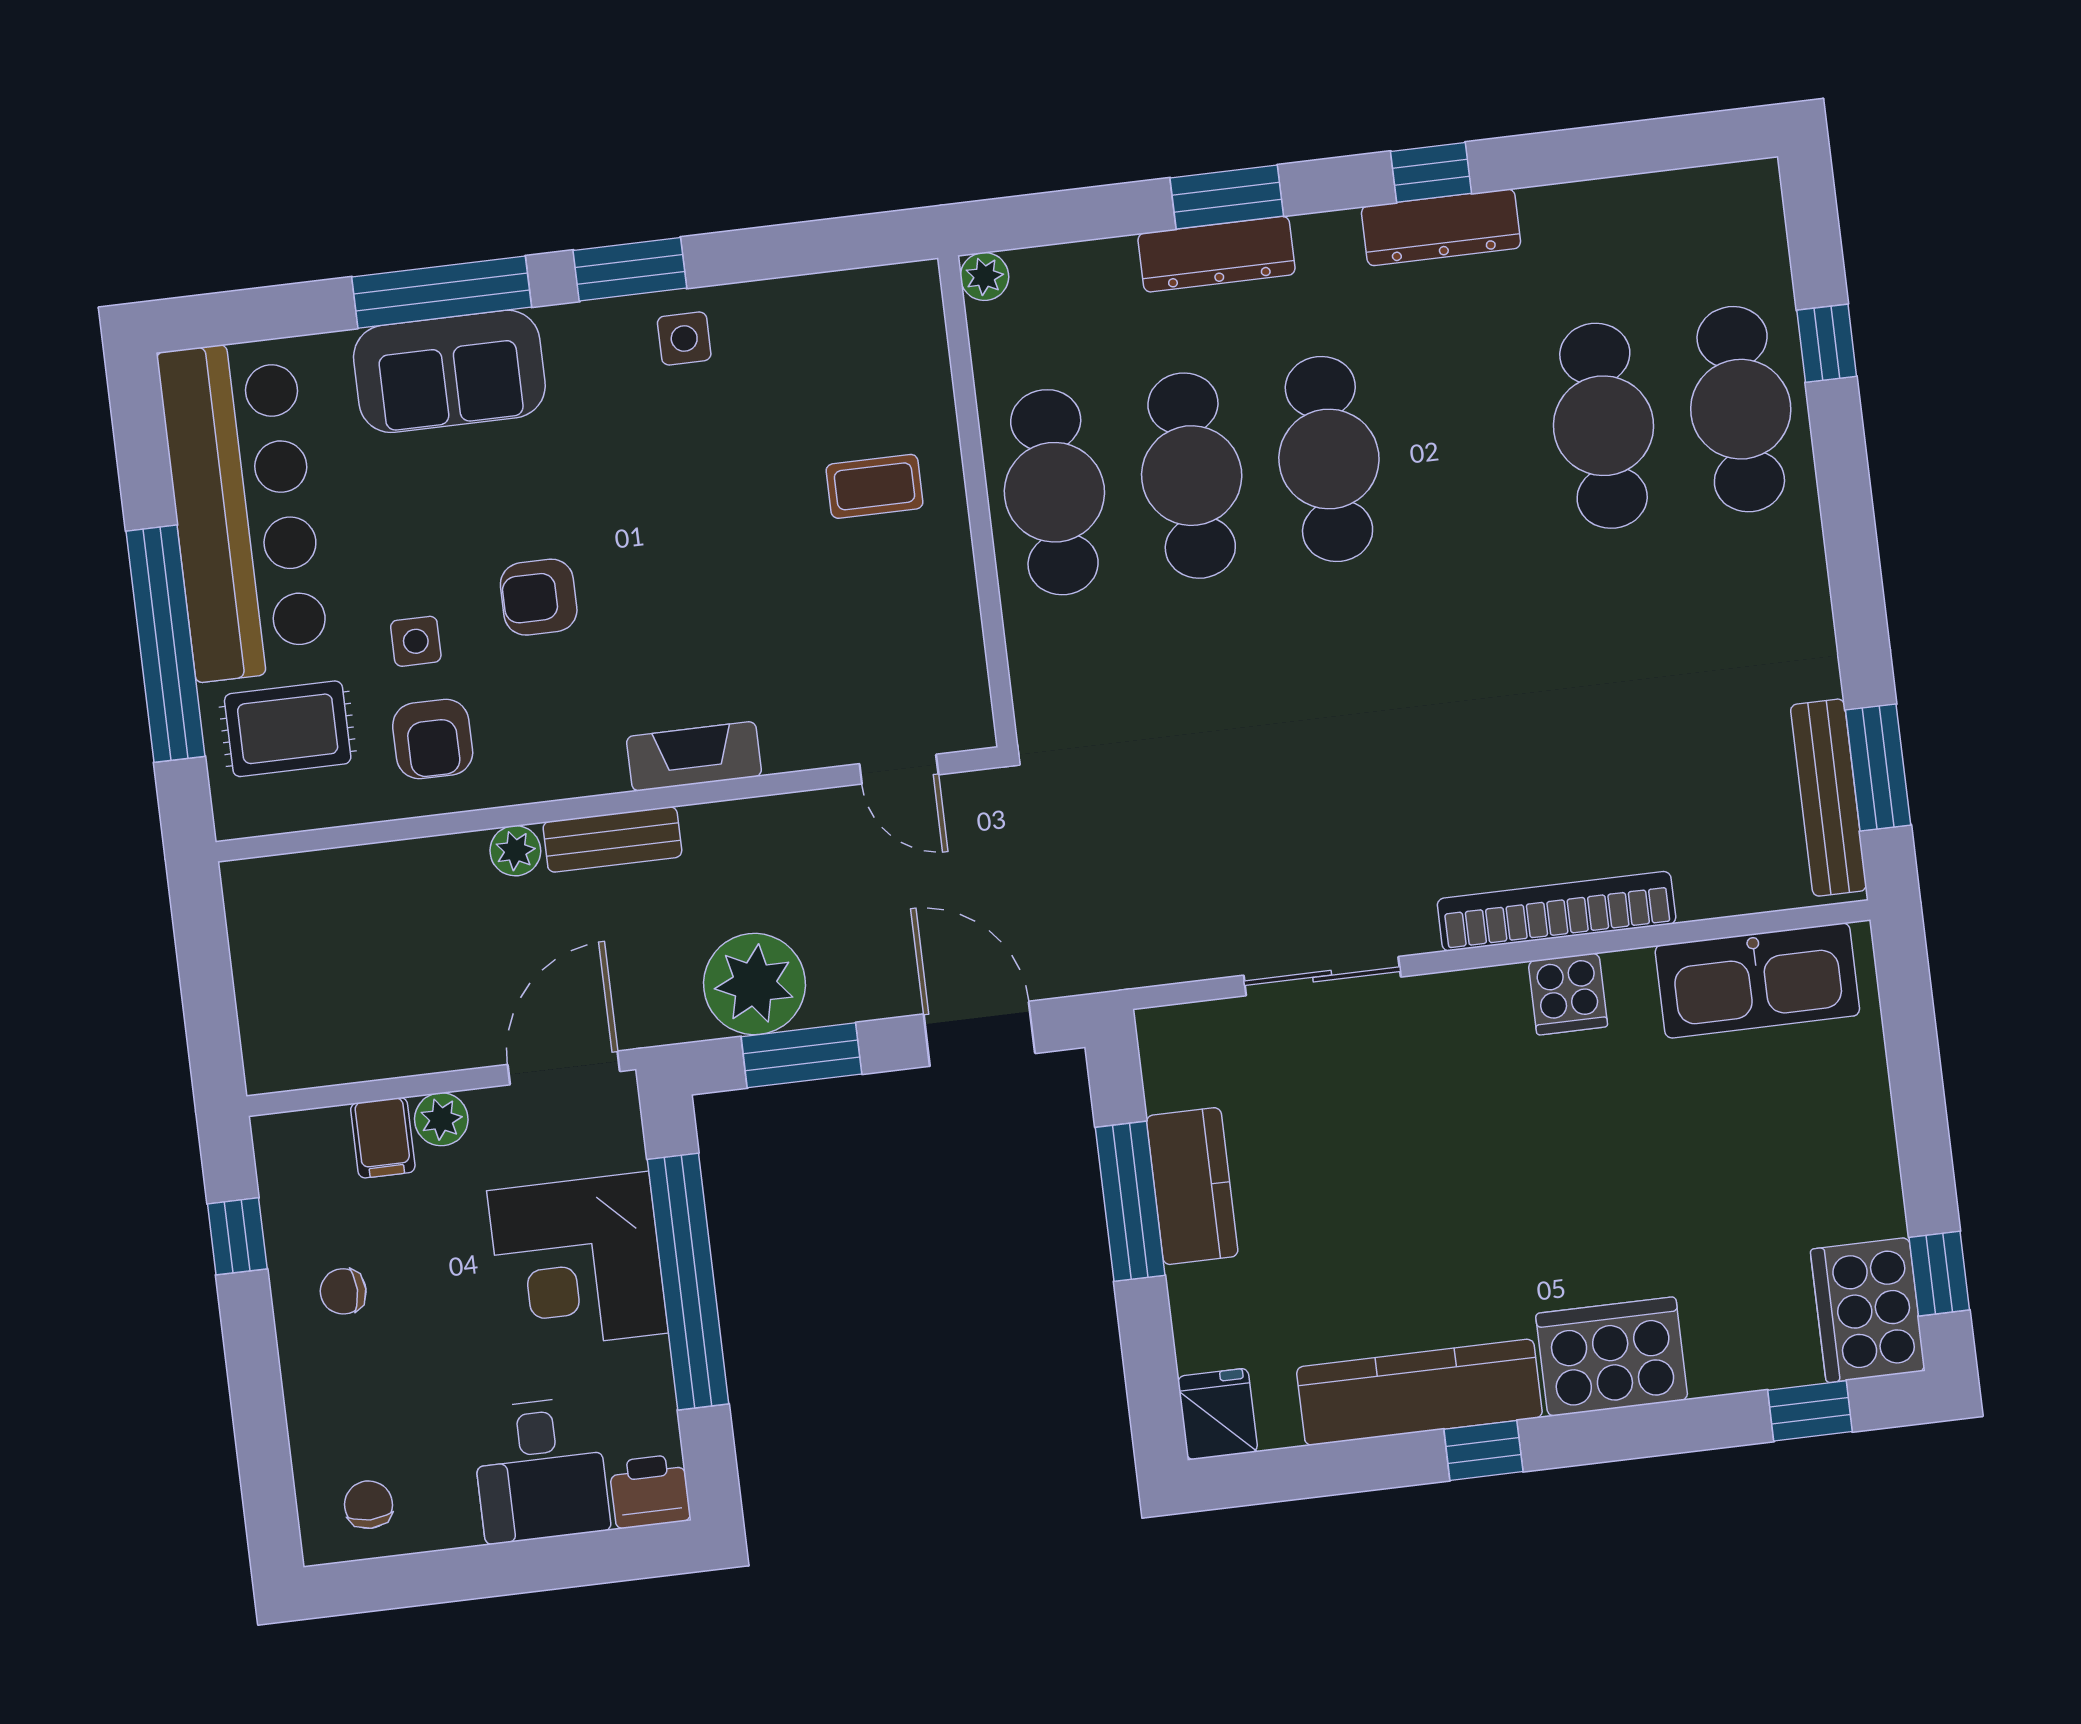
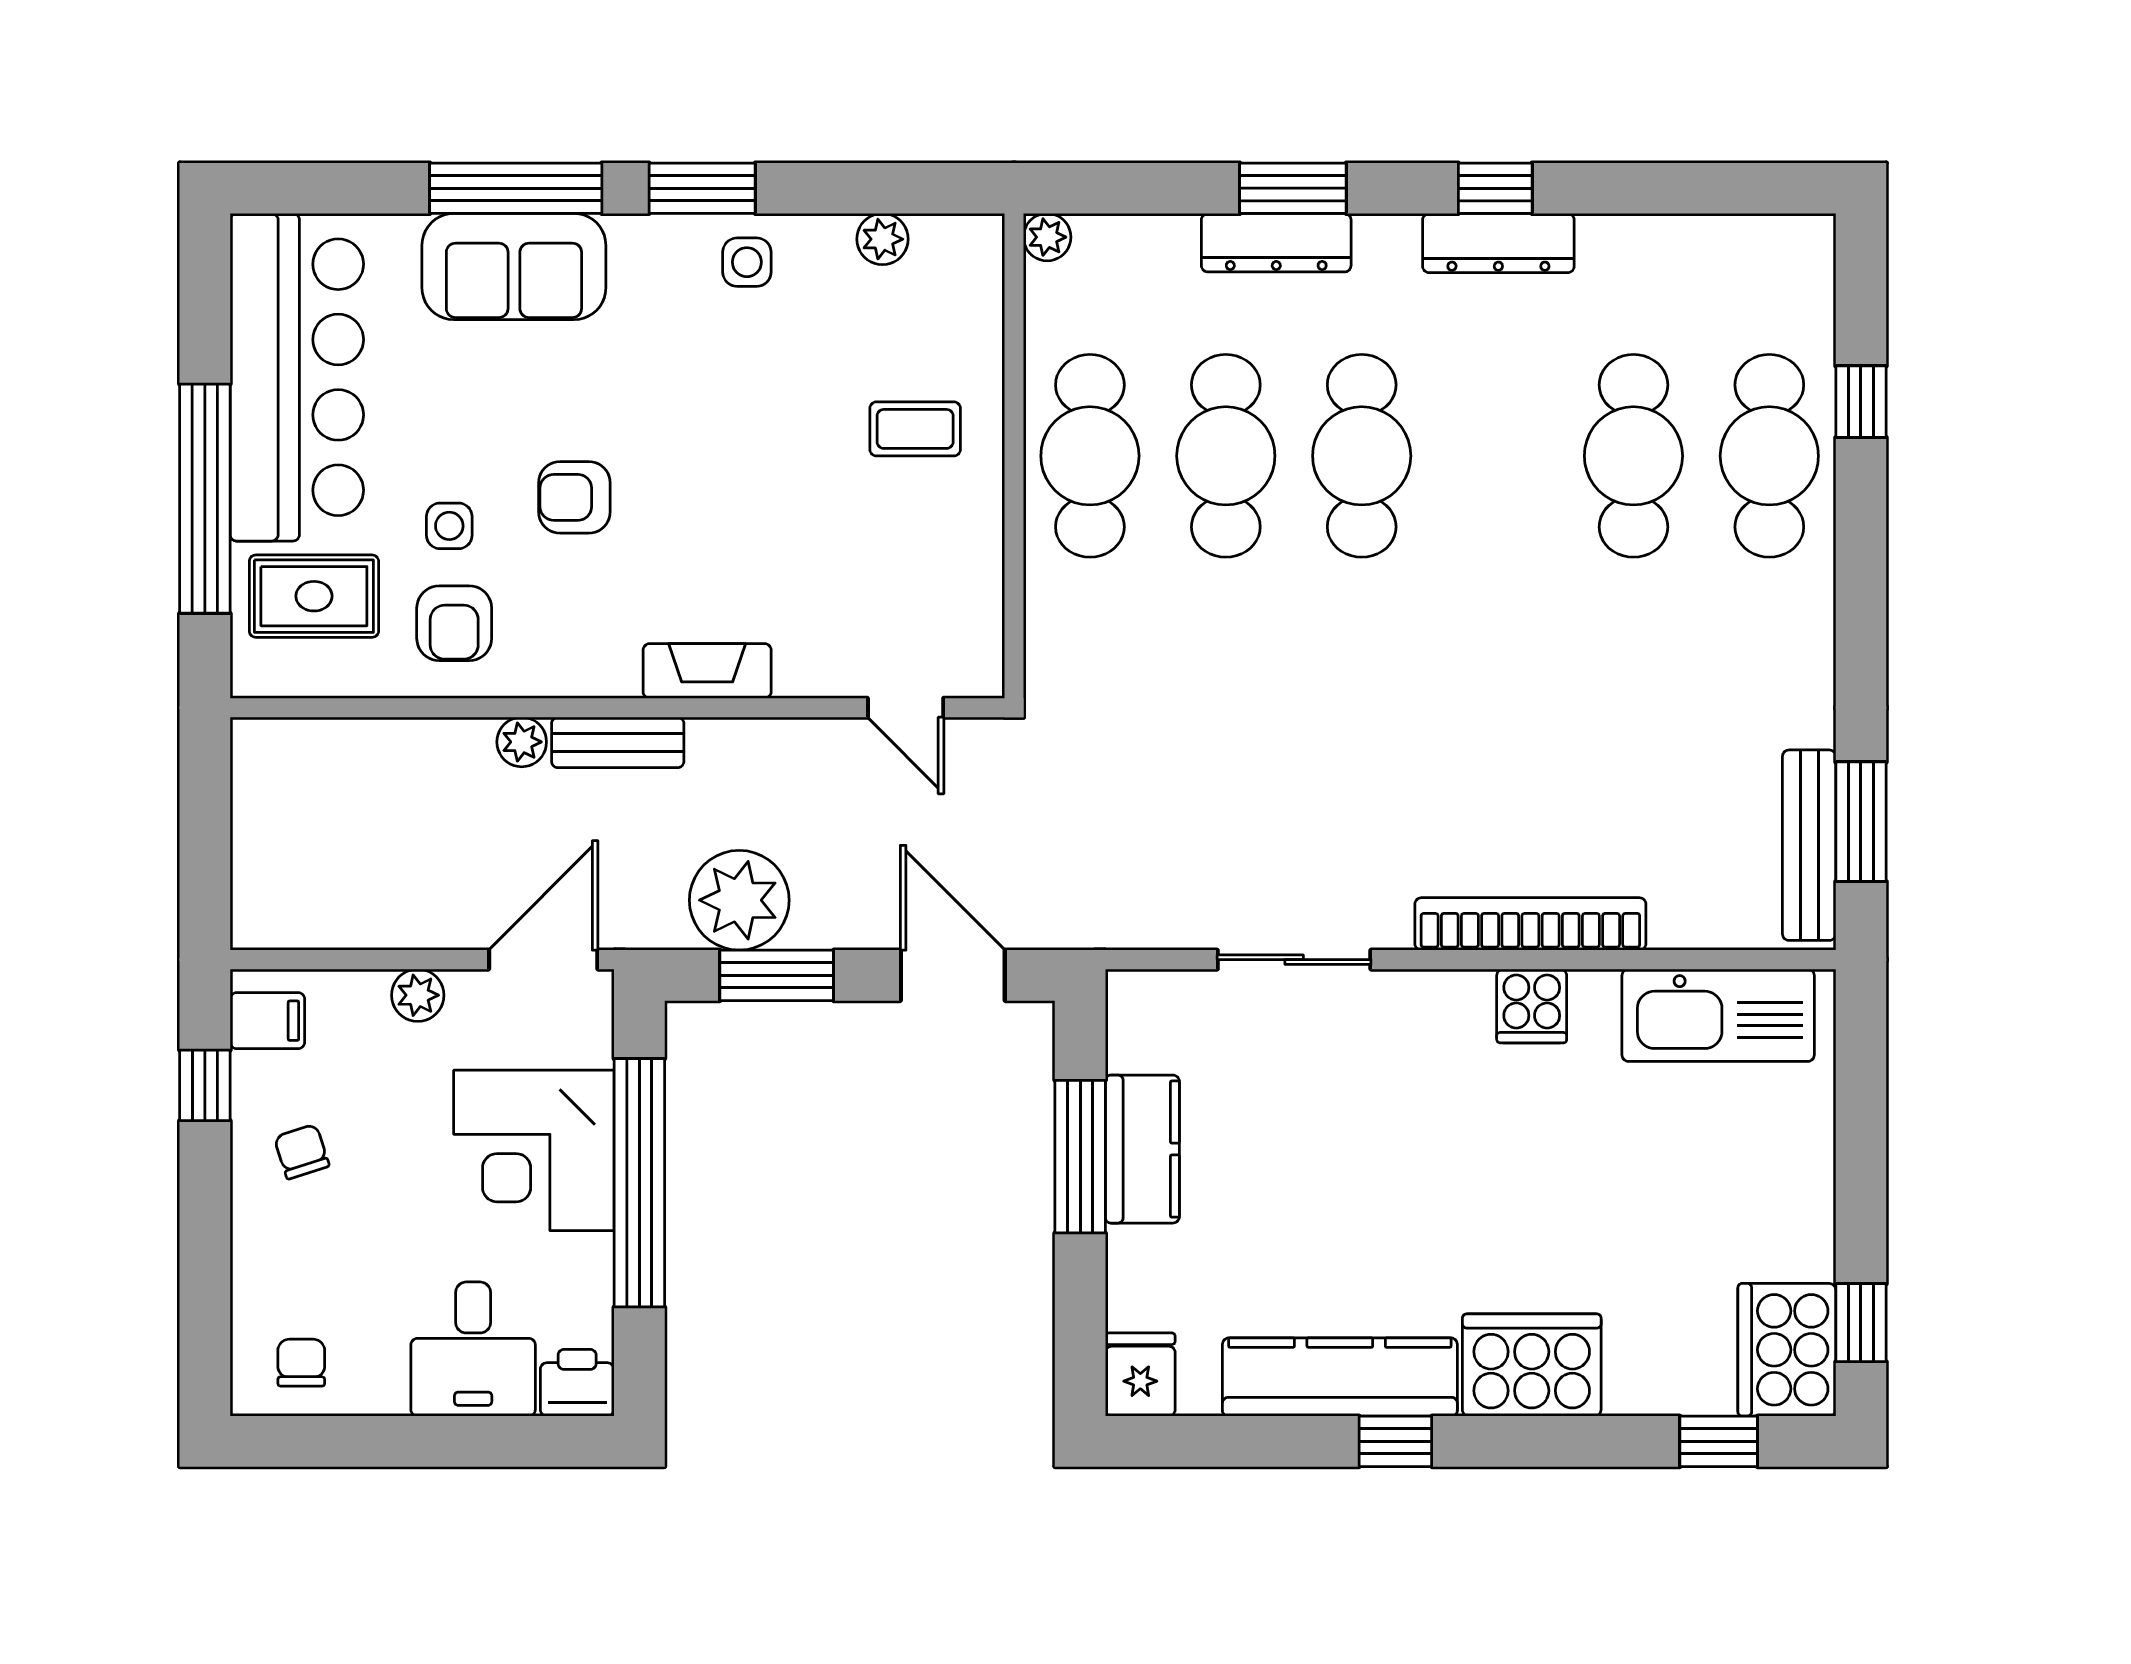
plant: (818, 299) -> (882, 239), added
filing cabinet: (383, 1138) -> (267, 1021), moved, turned -90
chair: (343, 1291) -> (302, 1152), turned 72

